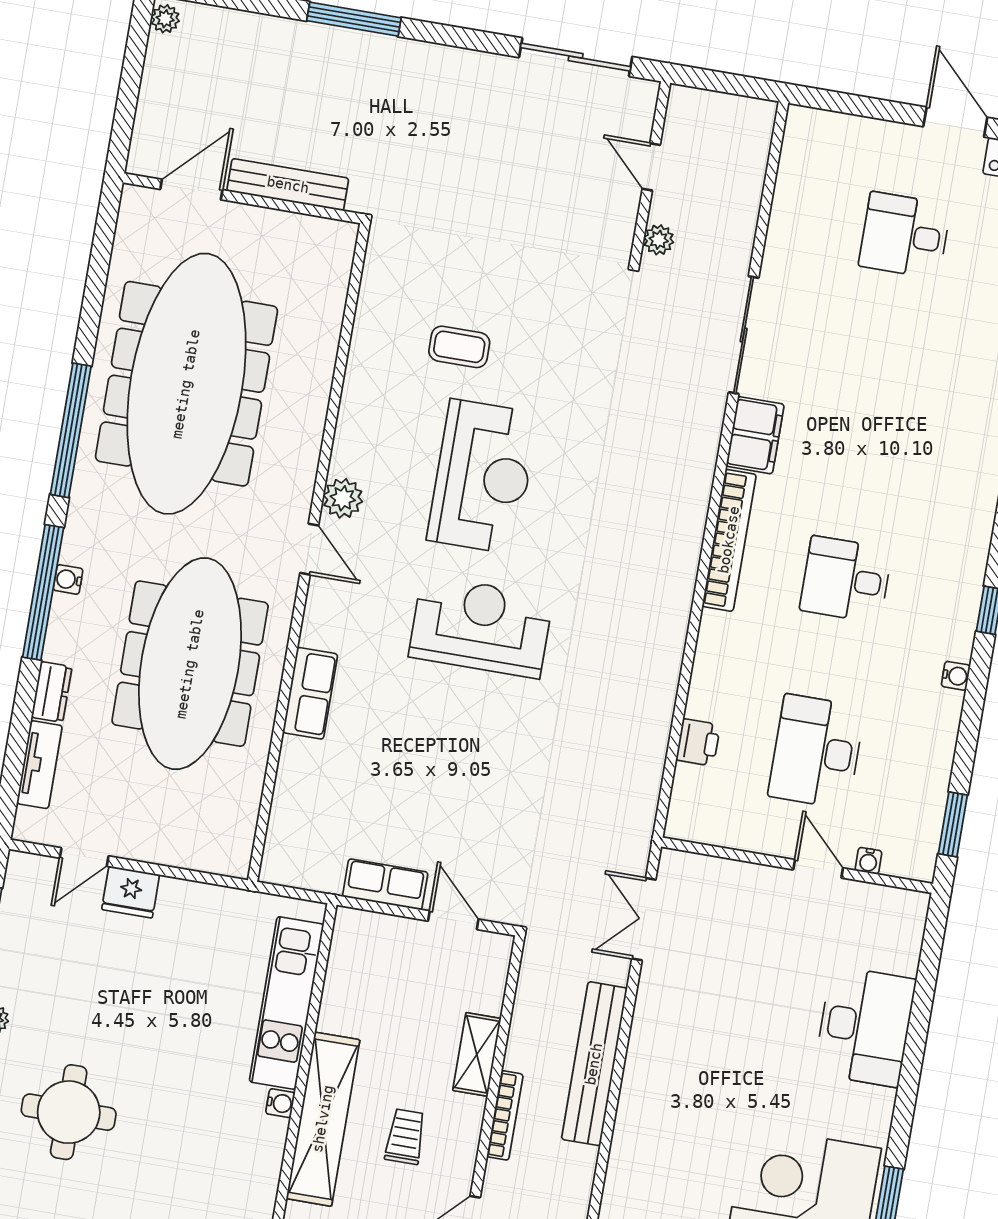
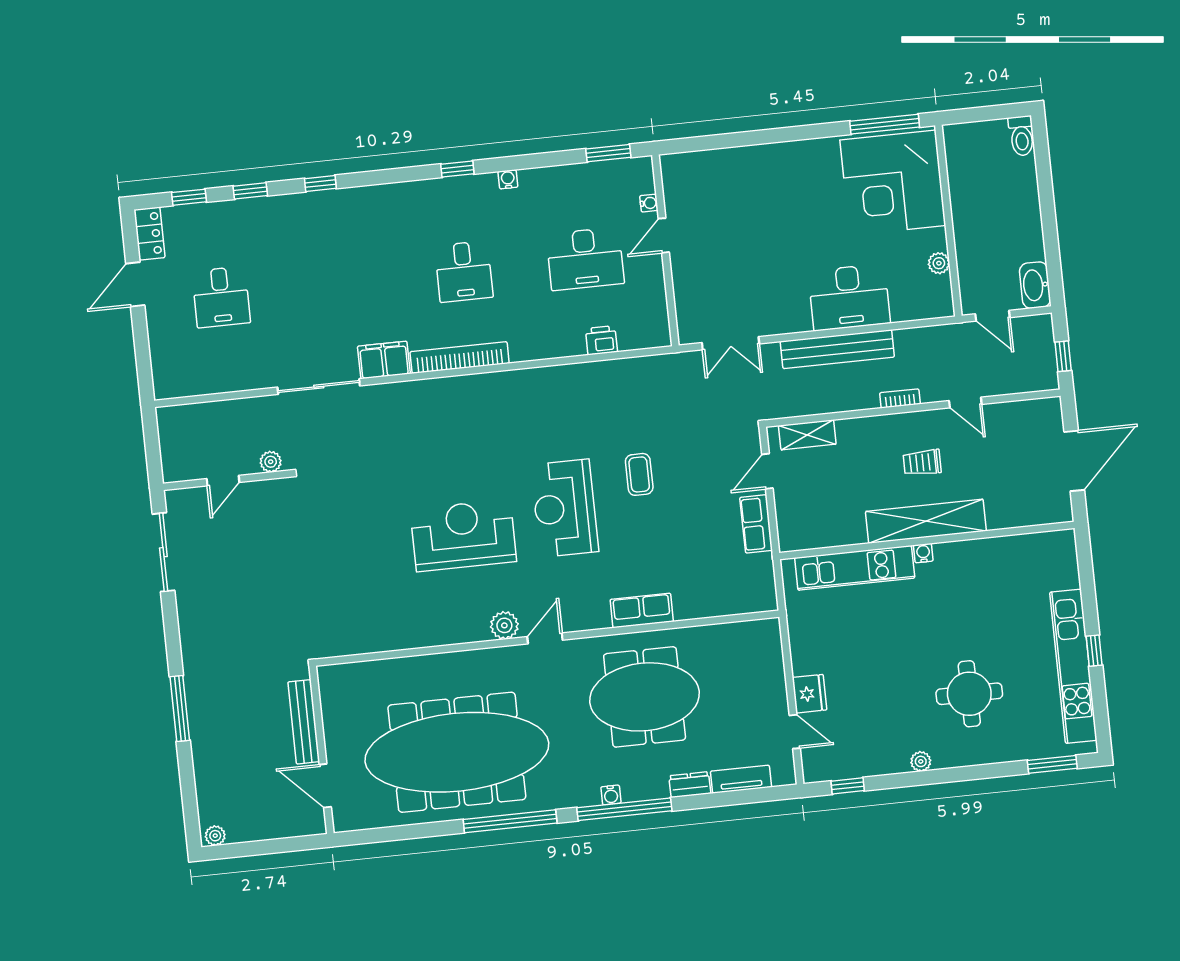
coffee table: (459, 347) -> (639, 474), moved
meeting table: (190, 664) -> (645, 697), width x0.73
desk: (865, 1026) -> (849, 297), moved, turned 180
shelving: (477, 1054) -> (807, 435), moved
bookcase: (505, 1115) -> (900, 398), width x0.64

